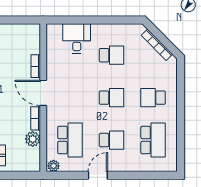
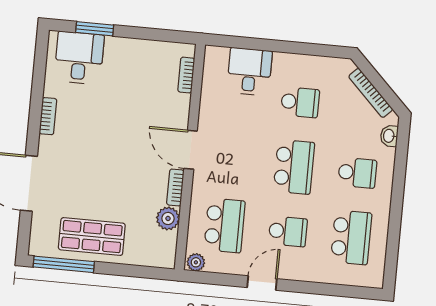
bookcase: (36, 66) -> (186, 75), moved
washbasin: (172, 72) -> (389, 136), added
school desk: (112, 98) -> (294, 167), width x1.85
school desk: (153, 98) -> (357, 173), turned 180

